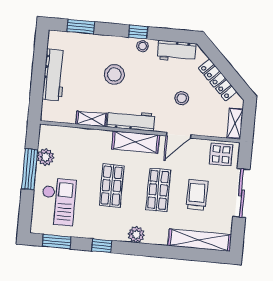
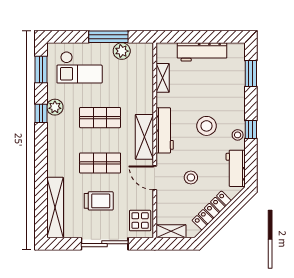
stool: (114, 74) -> (207, 126), moved
shelving: (91, 119) -> (163, 78), moved
plant: (136, 235) -> (55, 107), moved

